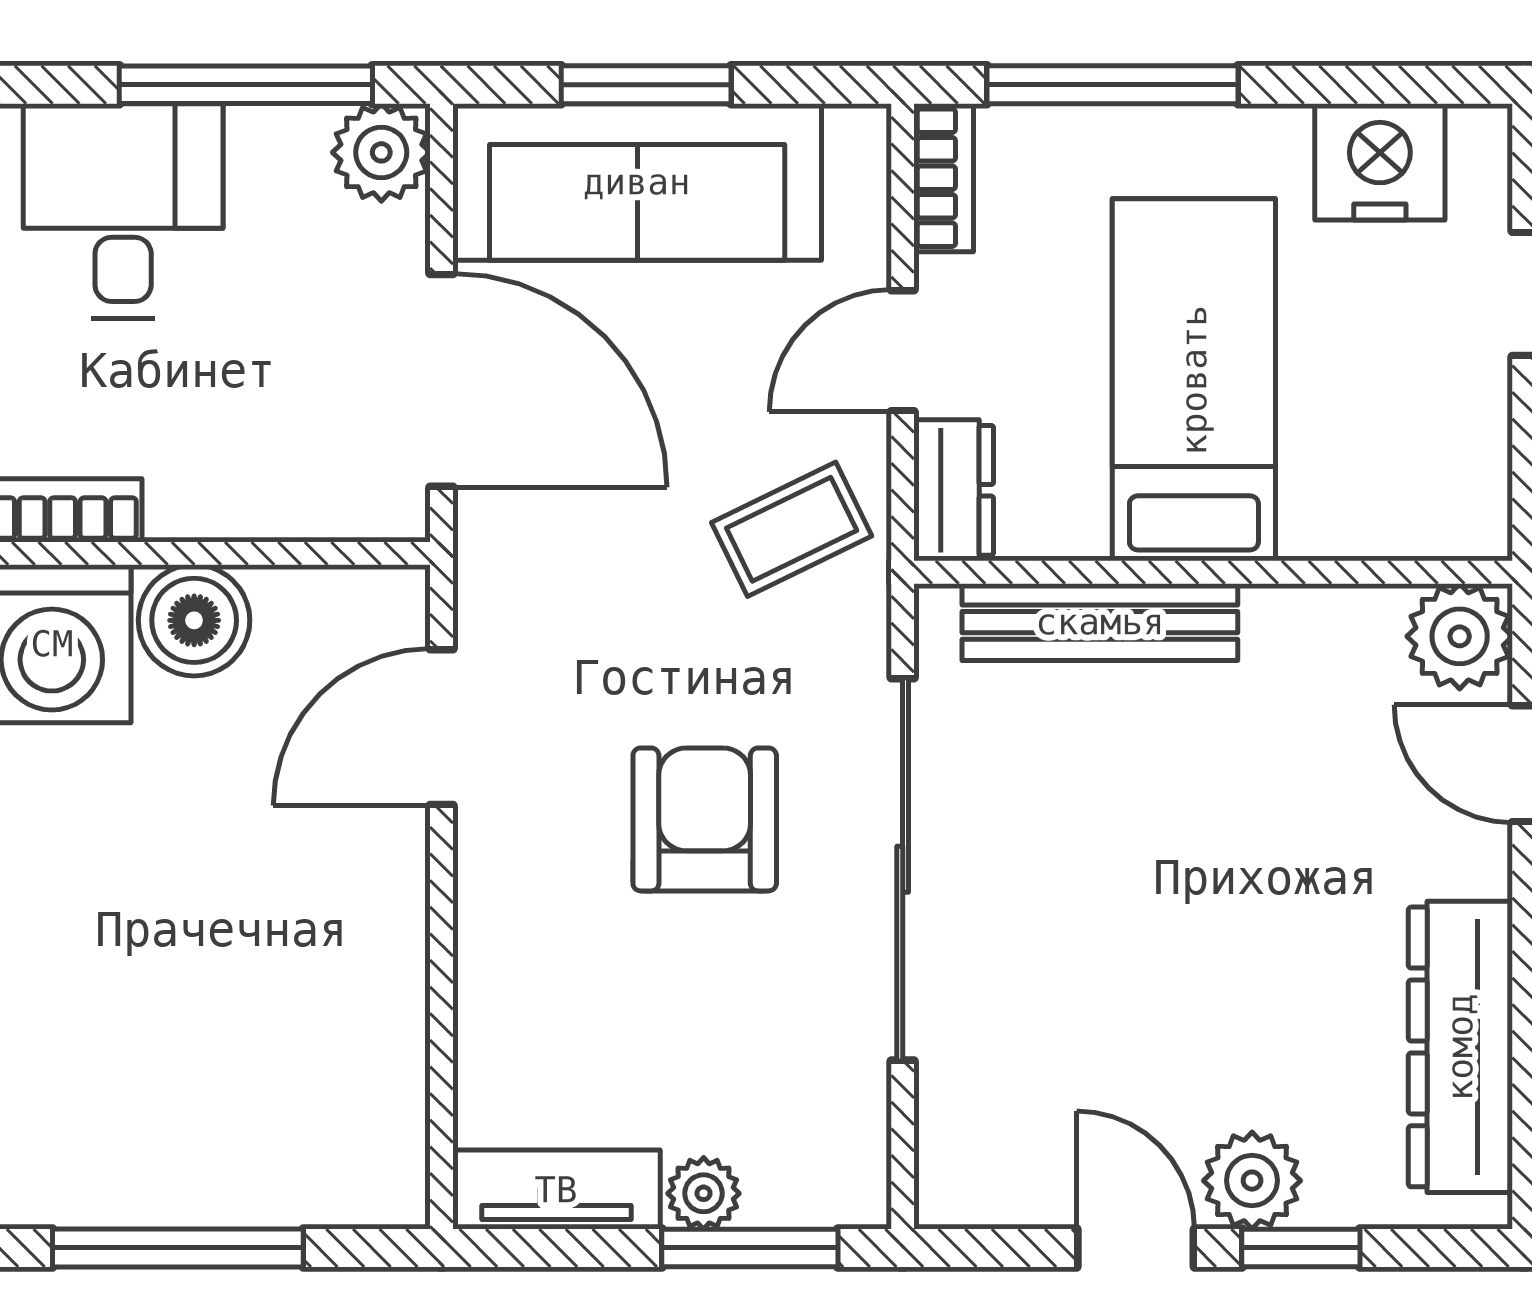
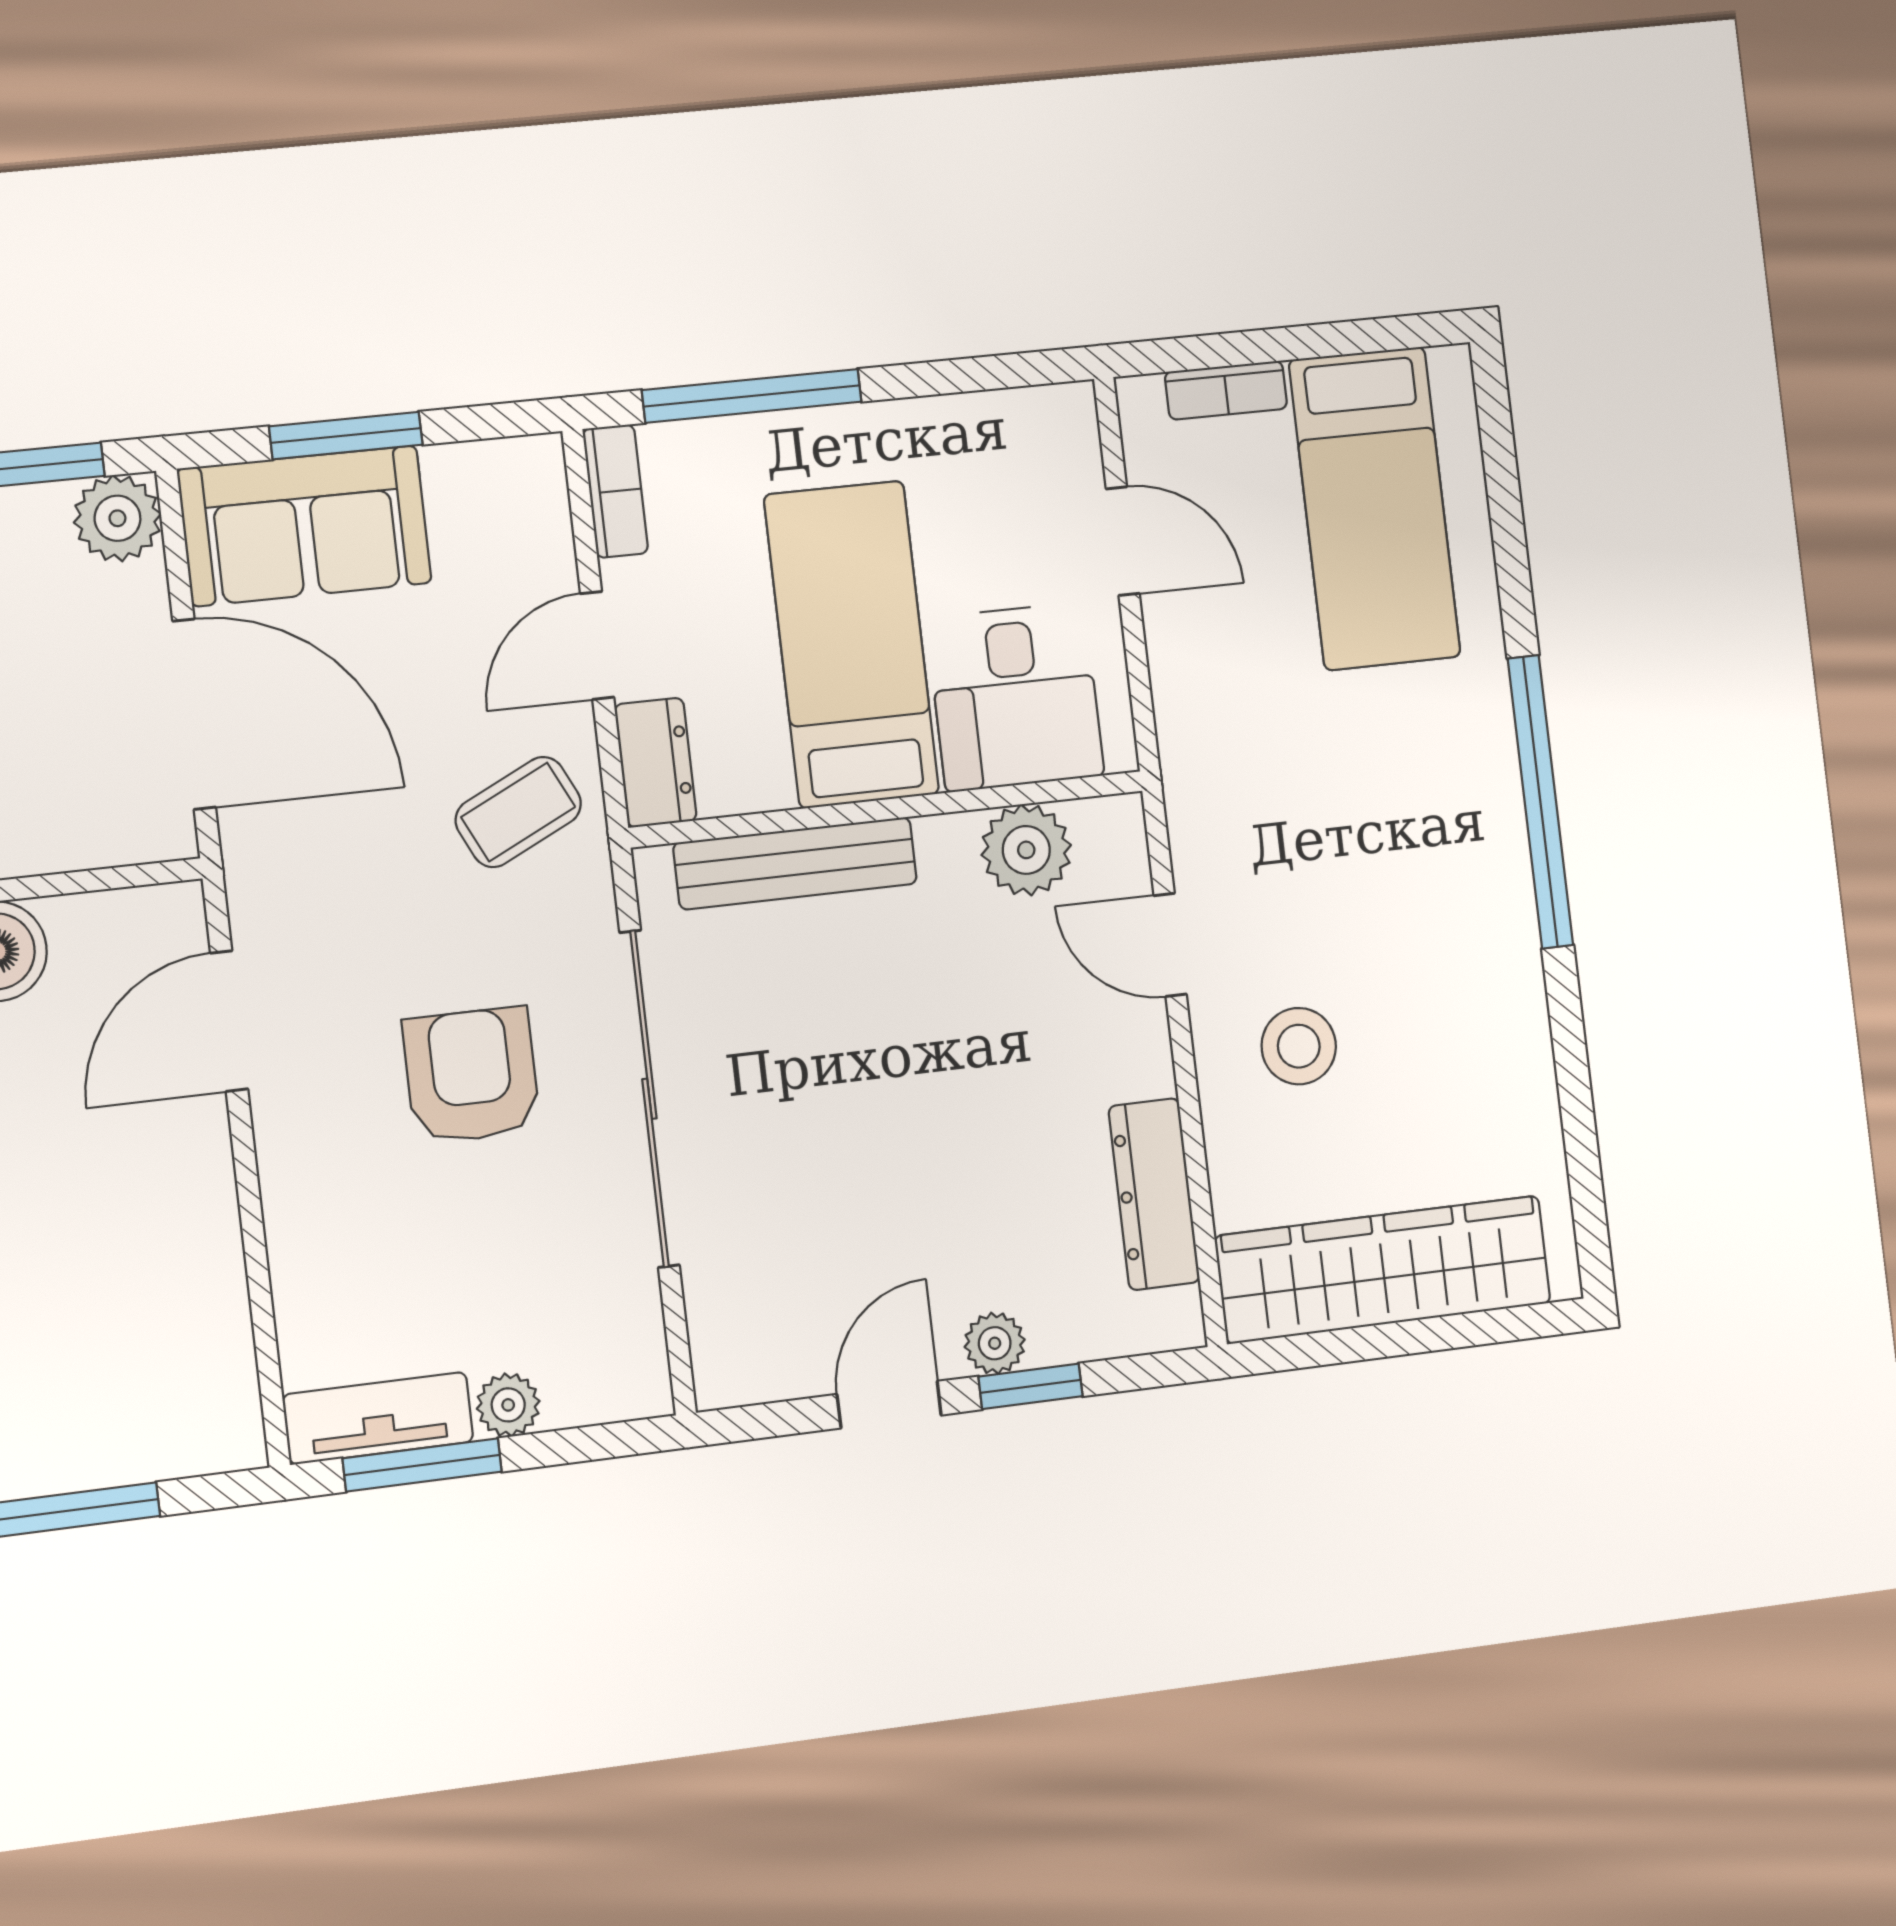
nightstand: (1380, 162) -> (988, 440), removed
sofa: (637, 182) -> (305, 526), width x0.73
desk: (1377, 460) -> (1015, 697), added
plant: (1460, 636) -> (1026, 850), moved
dresser: (1460, 1047) -> (1154, 1194), width x0.73, depth x0.80
plant: (1252, 1181) -> (995, 1343), width x0.73, depth x0.73
window: (750, 1248) -> (422, 1465), moved
door: (1136, 1248) -> (889, 1405), hinge flipped

